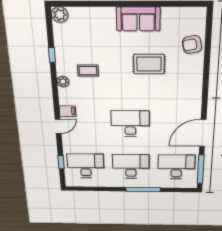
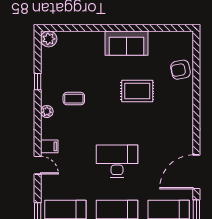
door: (58, 126) -> (38, 165), hinge flipped

